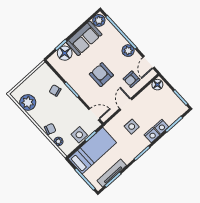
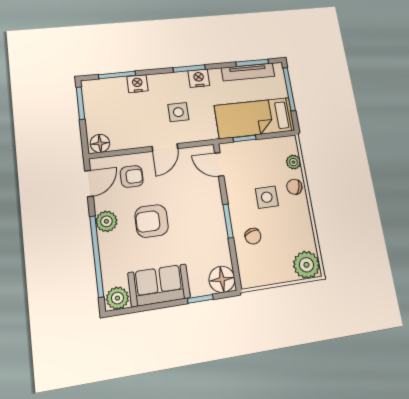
floor lamp: (65, 53) -> (222, 279), moved
armchair: (101, 75) -> (152, 221), moved, turned 90
plant: (28, 102) -> (306, 265), moved
side table: (79, 135) -> (267, 197), moved
nightstand: (152, 135) -> (199, 78), moved

